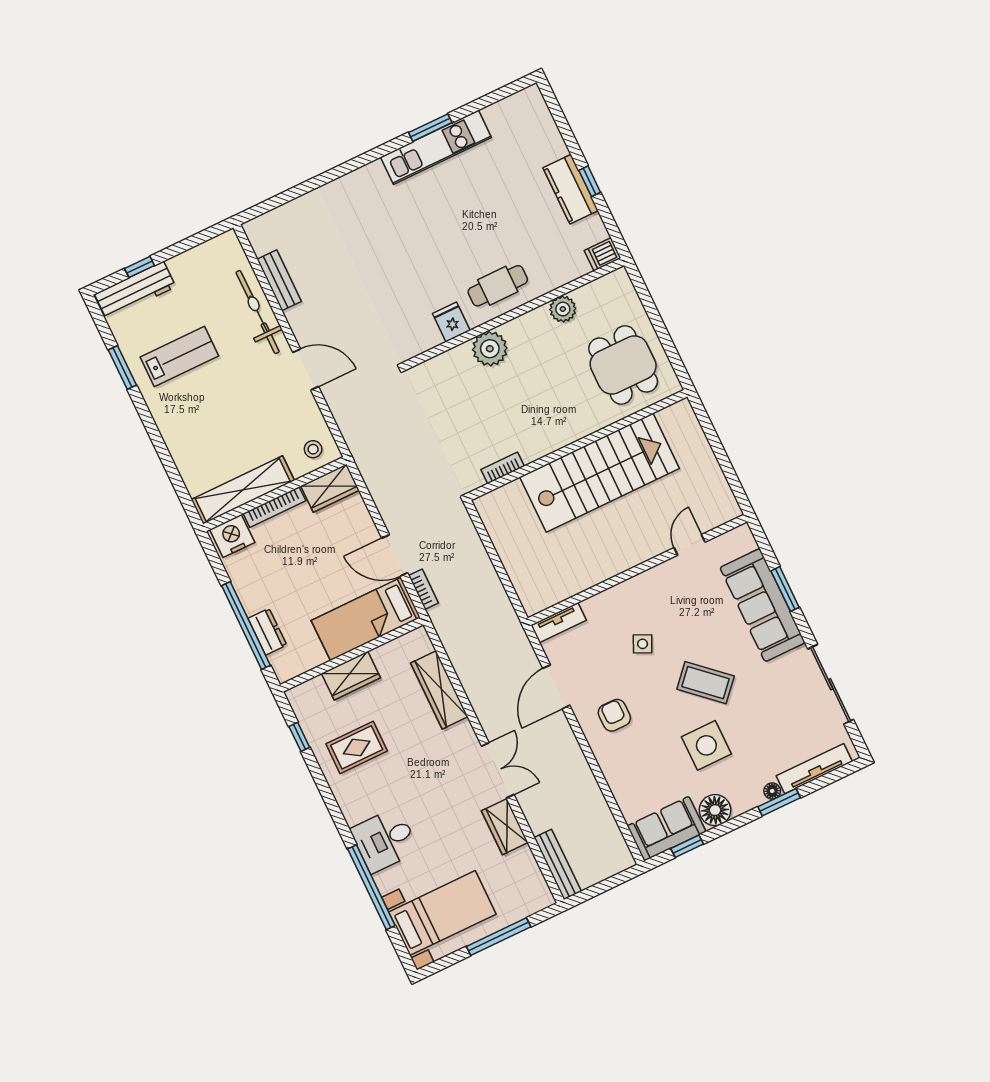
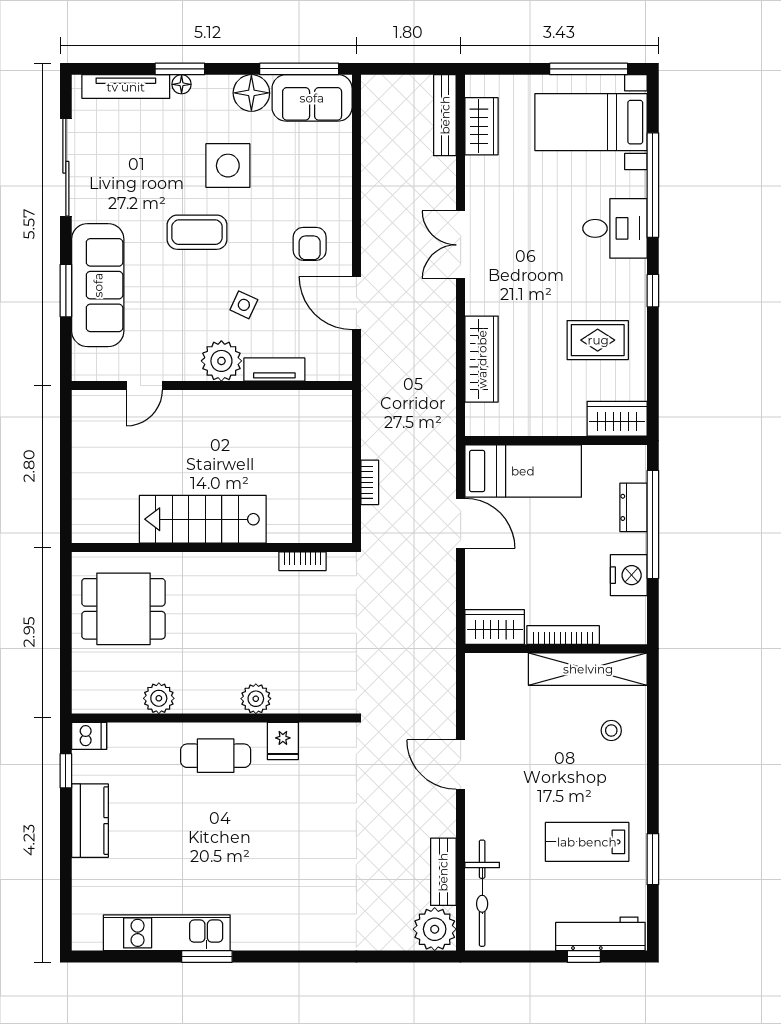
kitchen unit: (436, 147) -> (167, 933), moved
window: (590, 181) -> (66, 771), moved
plant: (265, 233) -> (435, 929), added
bicycle: (258, 312) -> (482, 893), moved
plant: (490, 349) -> (256, 699), width x0.73, depth x0.73
dining table: (623, 365) -> (123, 609), turned 90
stool: (313, 449) -> (611, 730), moved
stairs: (600, 473) -> (203, 519), width x0.73, depth x0.66
nightstand: (232, 536) -> (629, 575), moved, turned -90
bookcase: (423, 589) -> (370, 482), moved, turned 180
plant: (639, 592) -> (221, 361), added
tv unit: (559, 623) -> (274, 370), moved
wardrobe: (351, 676) -> (617, 419), moved
coffee table: (706, 683) -> (197, 232), turned -42
door: (556, 687) -> (356, 303), swing flipped
window: (299, 737) -> (653, 291), moved
wardrobe: (505, 827) -> (481, 126), moved
window: (687, 846) -> (299, 69), width x2.17
window: (499, 937) -> (589, 69), moved

